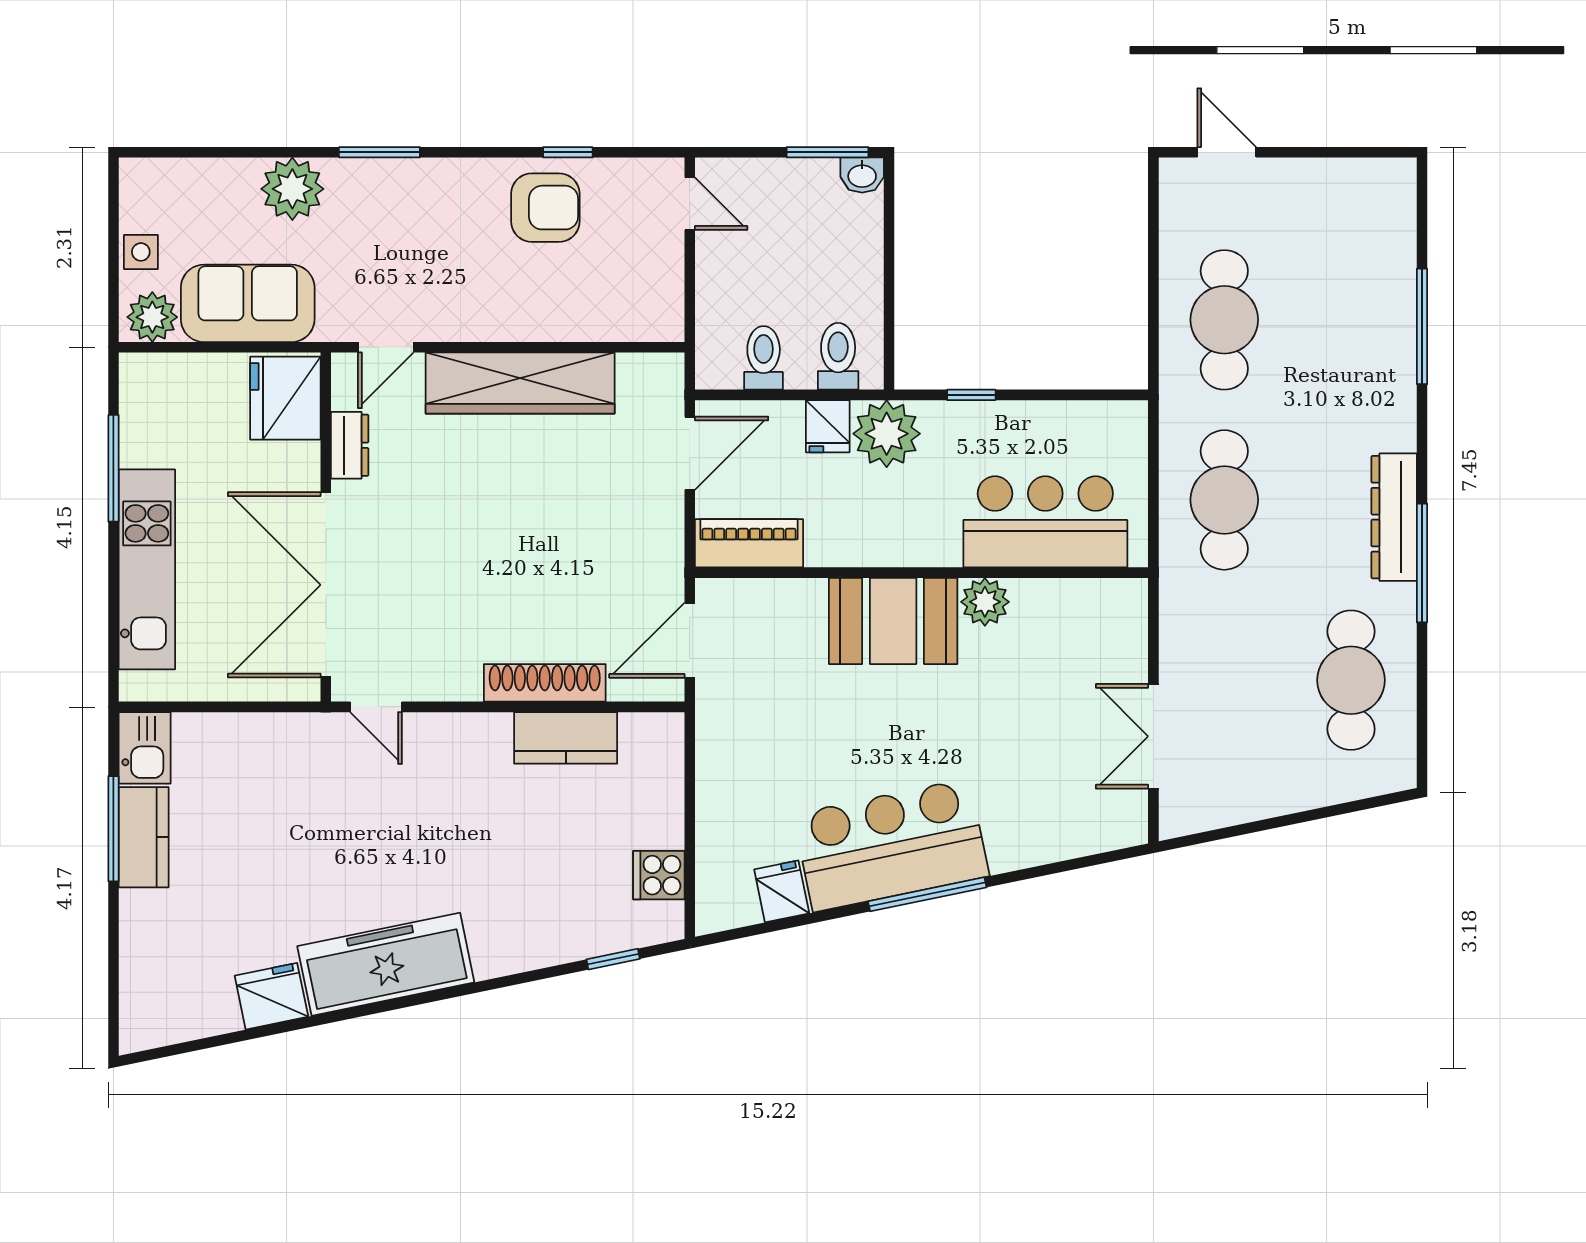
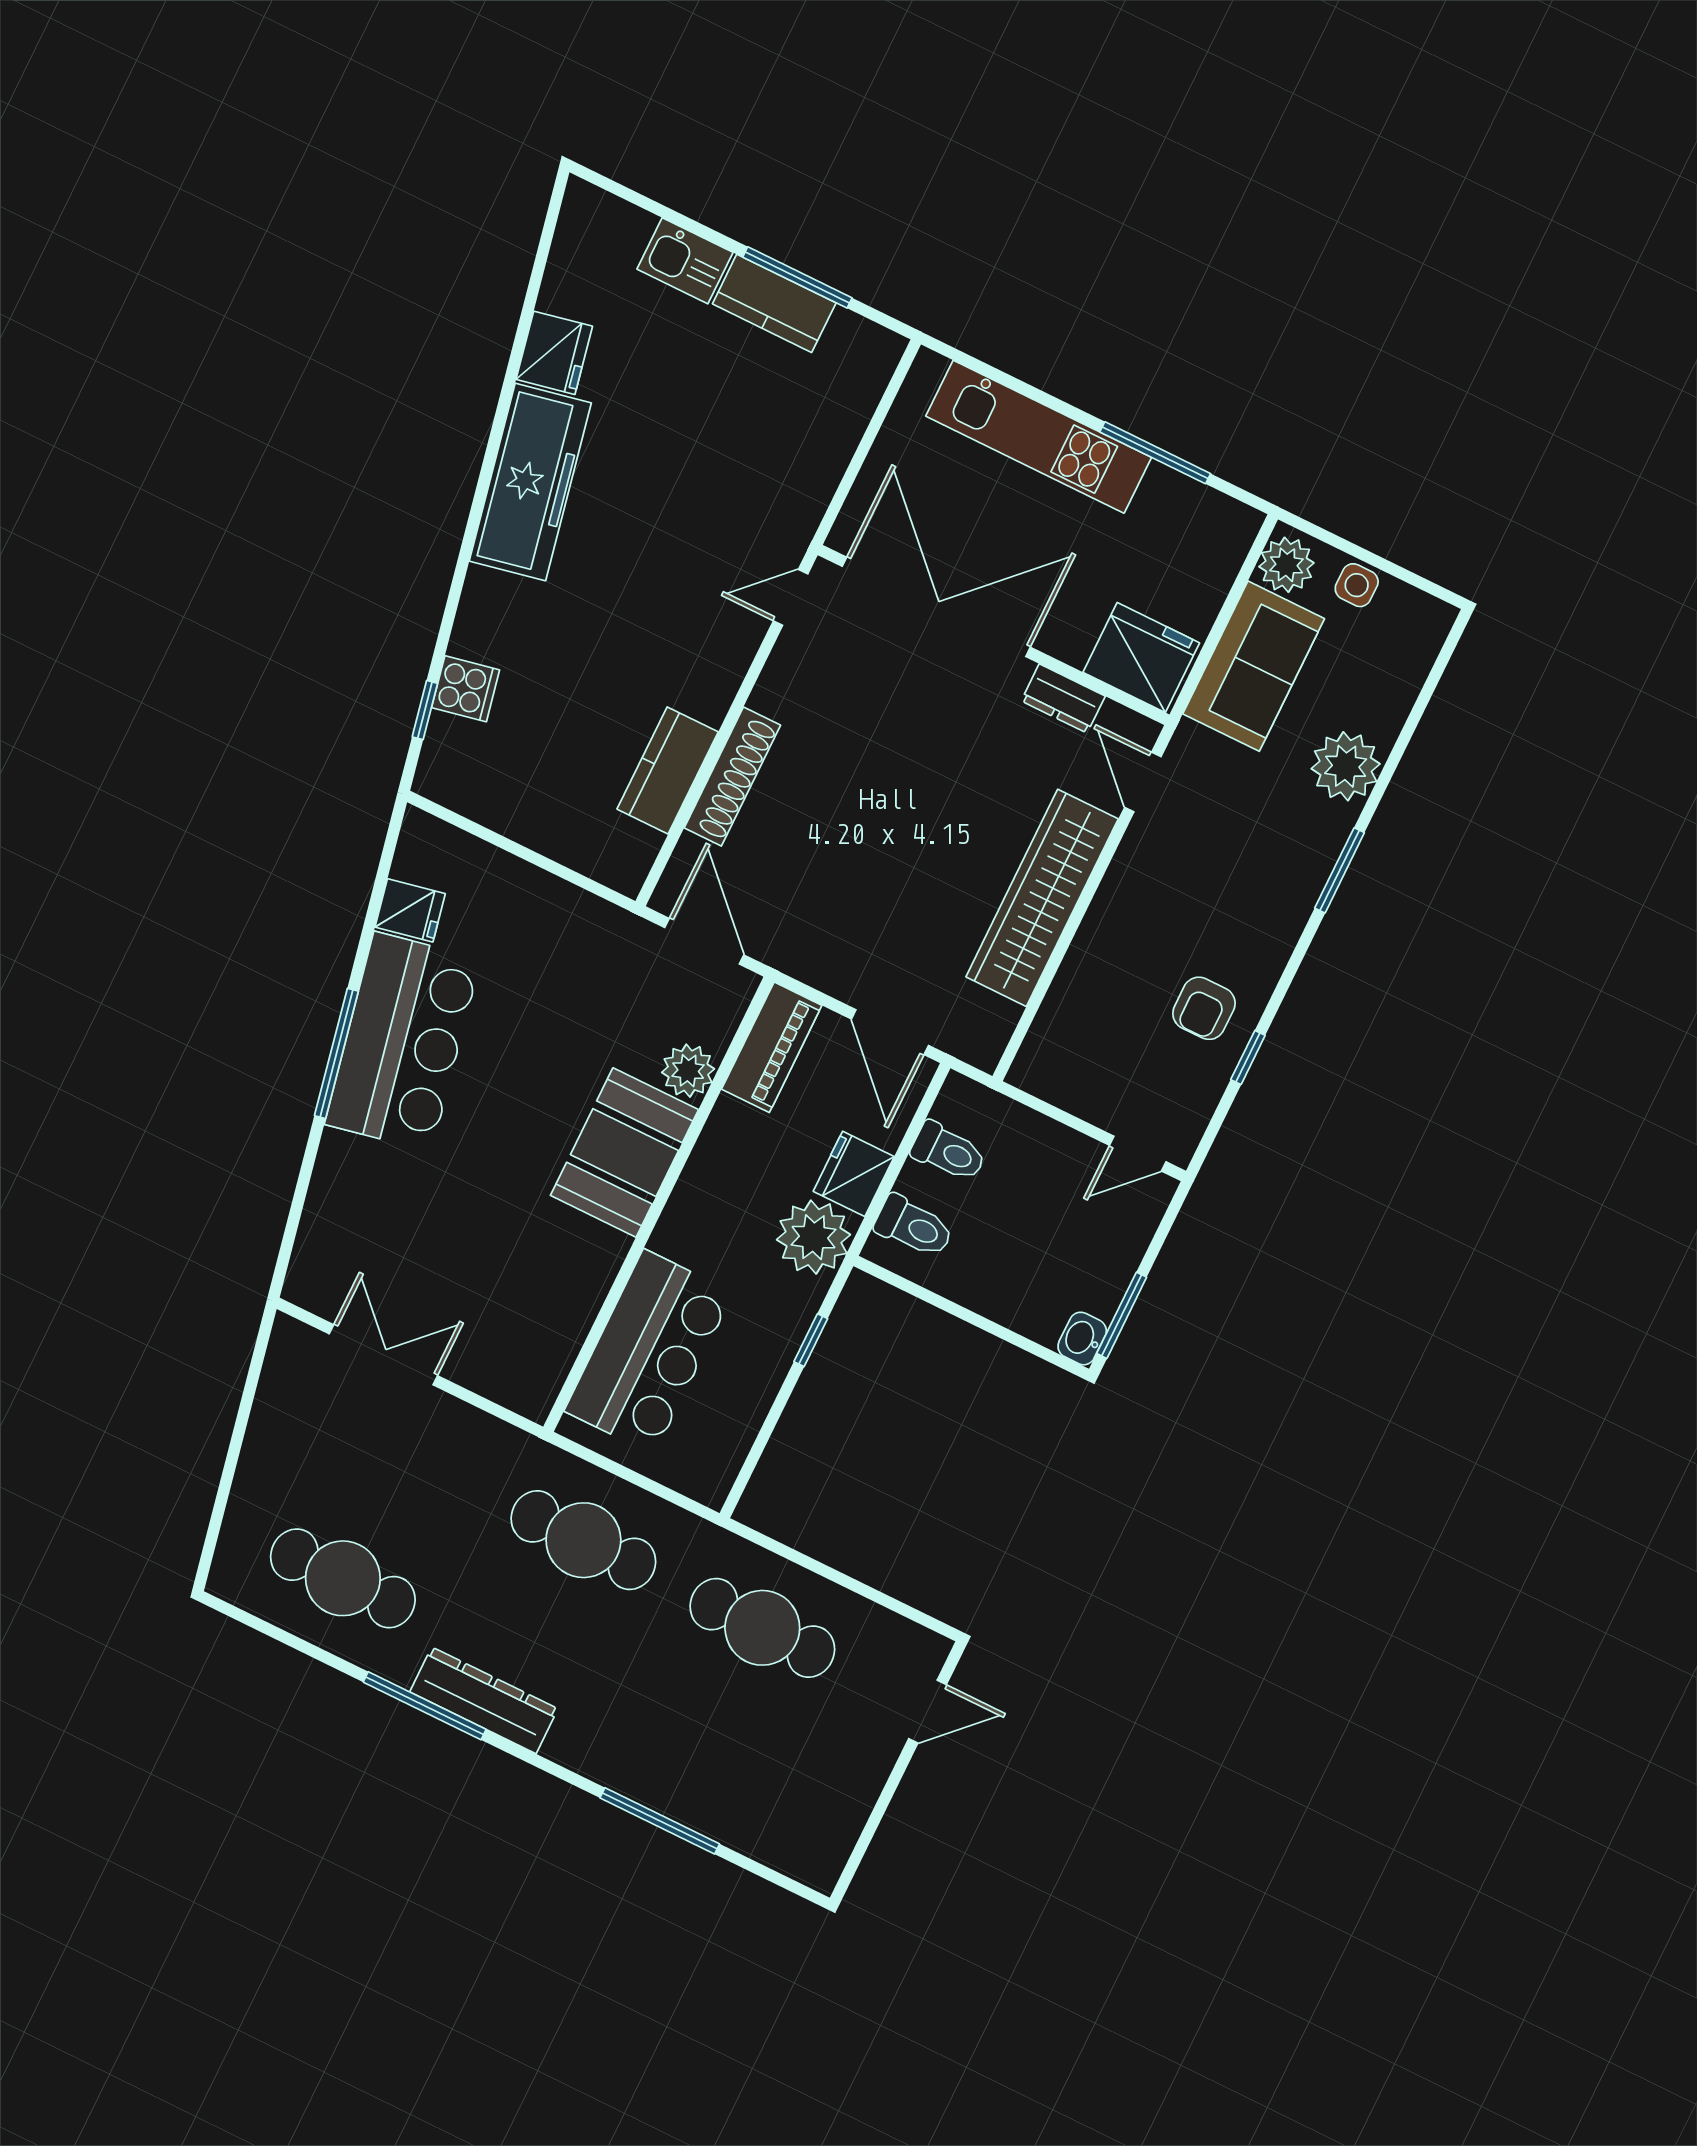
armchair: (545, 208) -> (1204, 1008), width x0.72, depth x0.72
fridge: (828, 426) -> (854, 1174), width x1.38
plant: (985, 602) -> (688, 1071), moved
kitchen sink: (145, 748) -> (685, 261), moved
cooker: (659, 875) -> (466, 689), moved, turned 78

